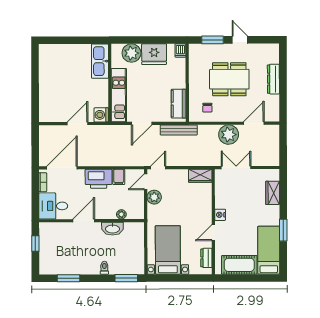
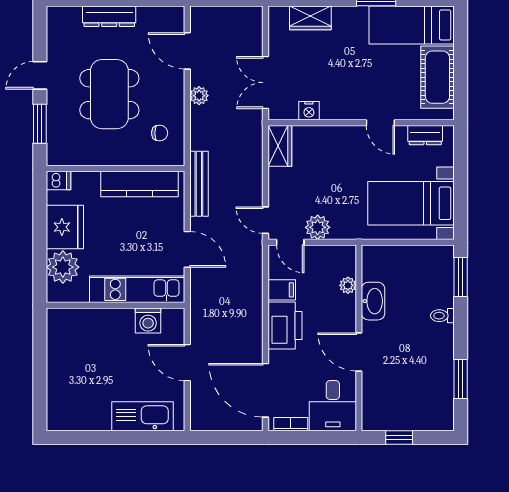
kitchen sink: (100, 61) -> (143, 416), moved, turned 180
kitchen counter: (179, 104) -> (139, 184), width x1.50
washing machine: (101, 115) -> (148, 321), moved
plant: (229, 135) -> (199, 96), width x0.53, depth x0.53
nightstand: (220, 215) -> (309, 111), moved

